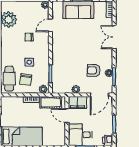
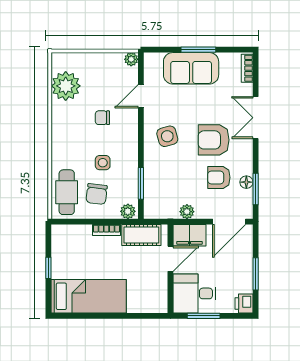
side table: (65, 47) -> (167, 136), added
armchair: (91, 50) -> (214, 140), added
door: (67, 116) -> (170, 259), swing flipped

